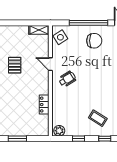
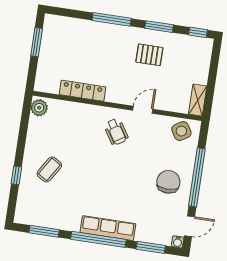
chair: (94, 41) -> (168, 182), turned 180
locker: (44, 105) -> (83, 91), width x1.53
window: (78, 139) -> (22, 135), removed

